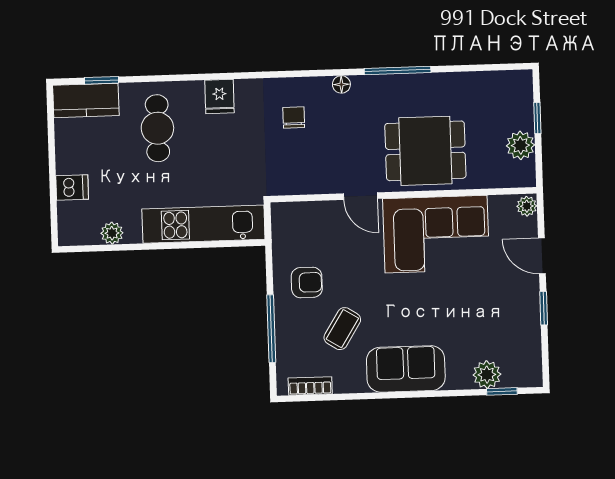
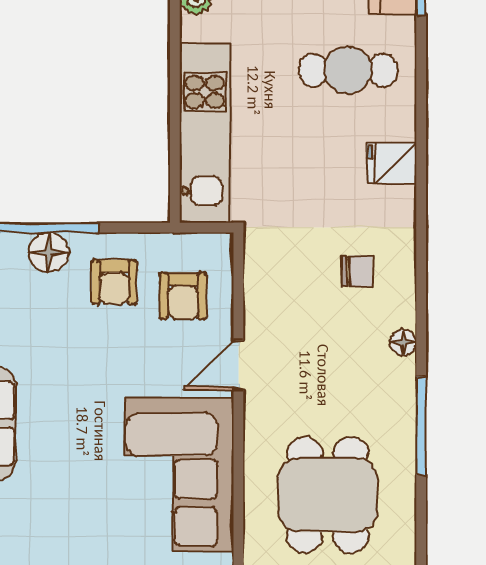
dining table: (425, 151) -> (328, 495), moved
armchair: (315, 235) -> (183, 296), added
floor lamp: (288, 328) -> (49, 252), added
coffee table: (342, 329) -> (45, 332), removed

